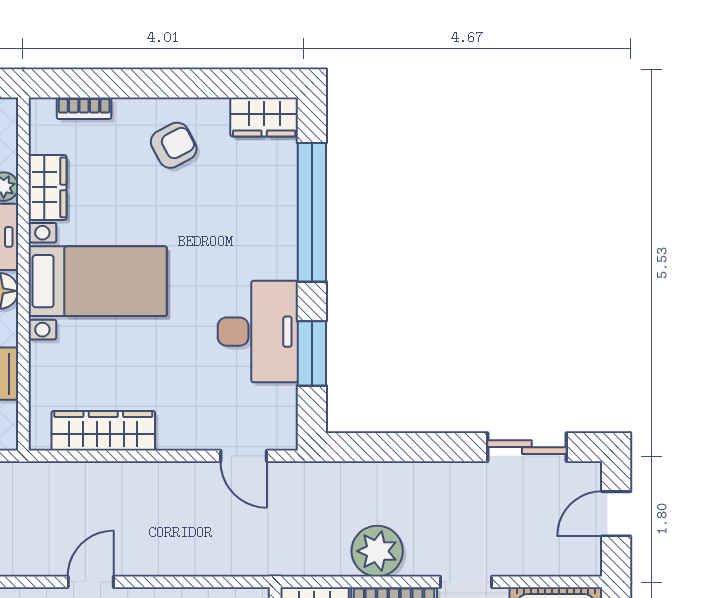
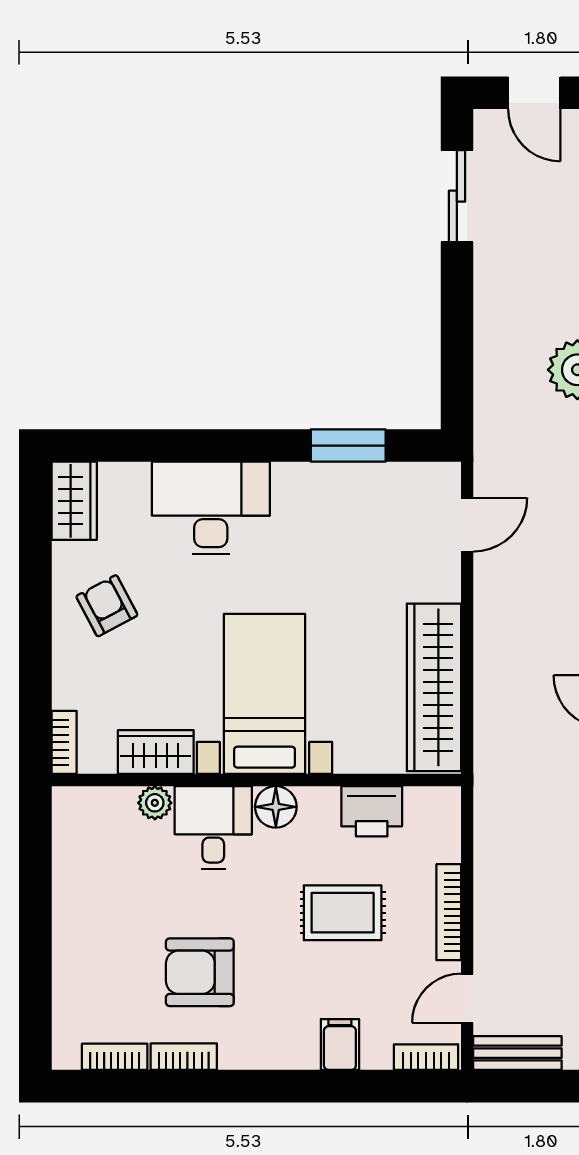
bookcase: (84, 108) -> (64, 742), moved
window: (312, 212) -> (185, 446), removed
desk: (258, 332) -> (211, 508), moved
wardrobe: (103, 431) -> (434, 687), width x1.40, depth x1.17

